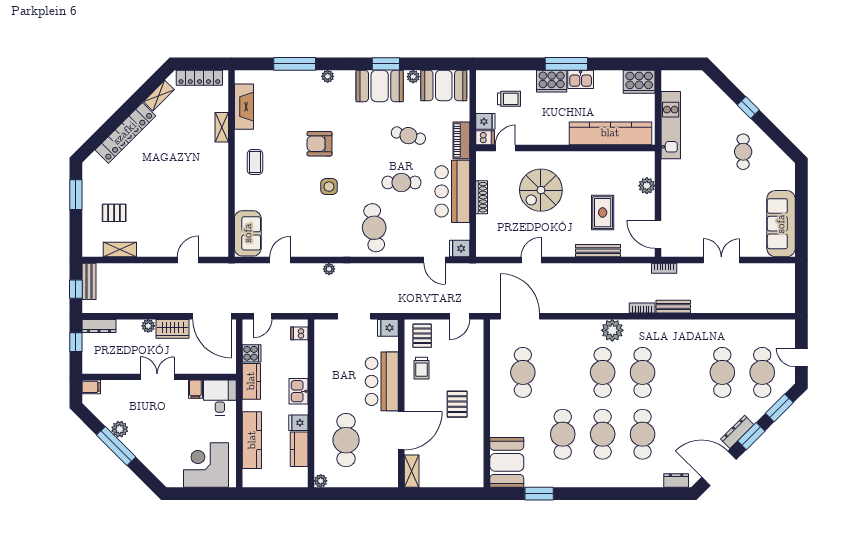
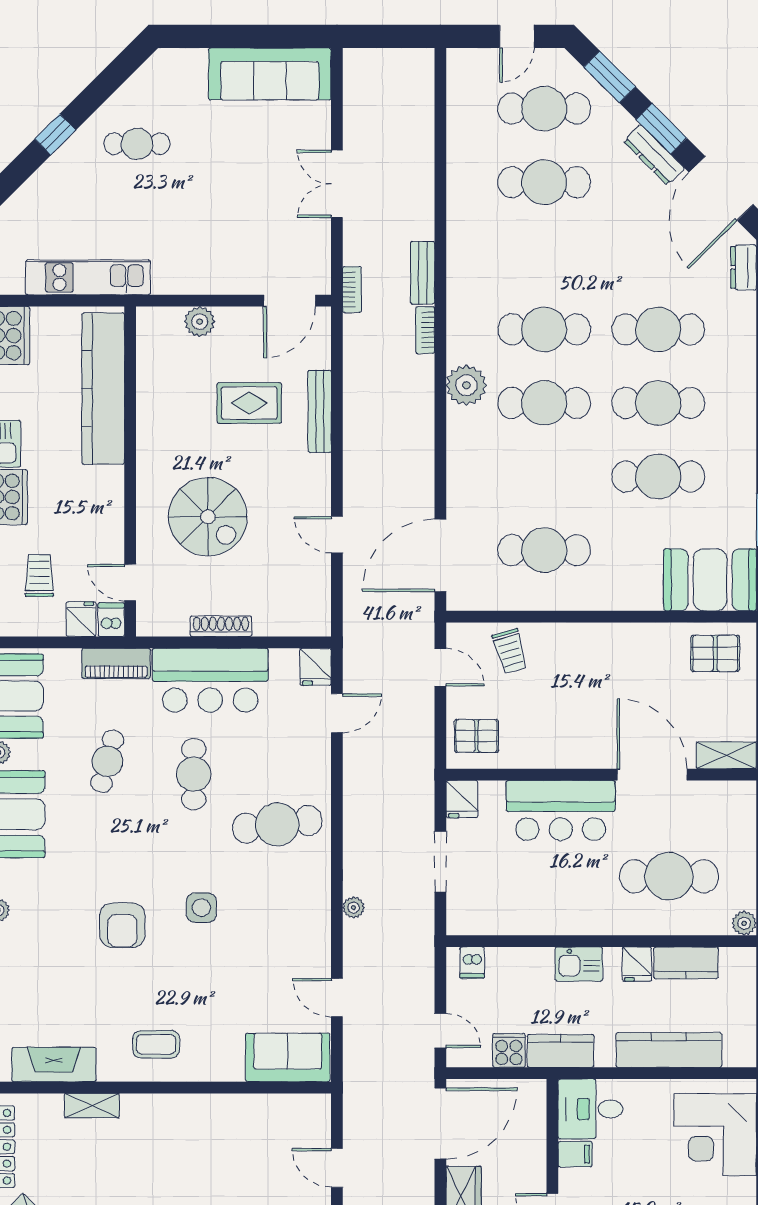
trolley: (421, 368) -> (510, 651), moved, turned 74
pallet: (457, 404) -> (715, 653), moved

